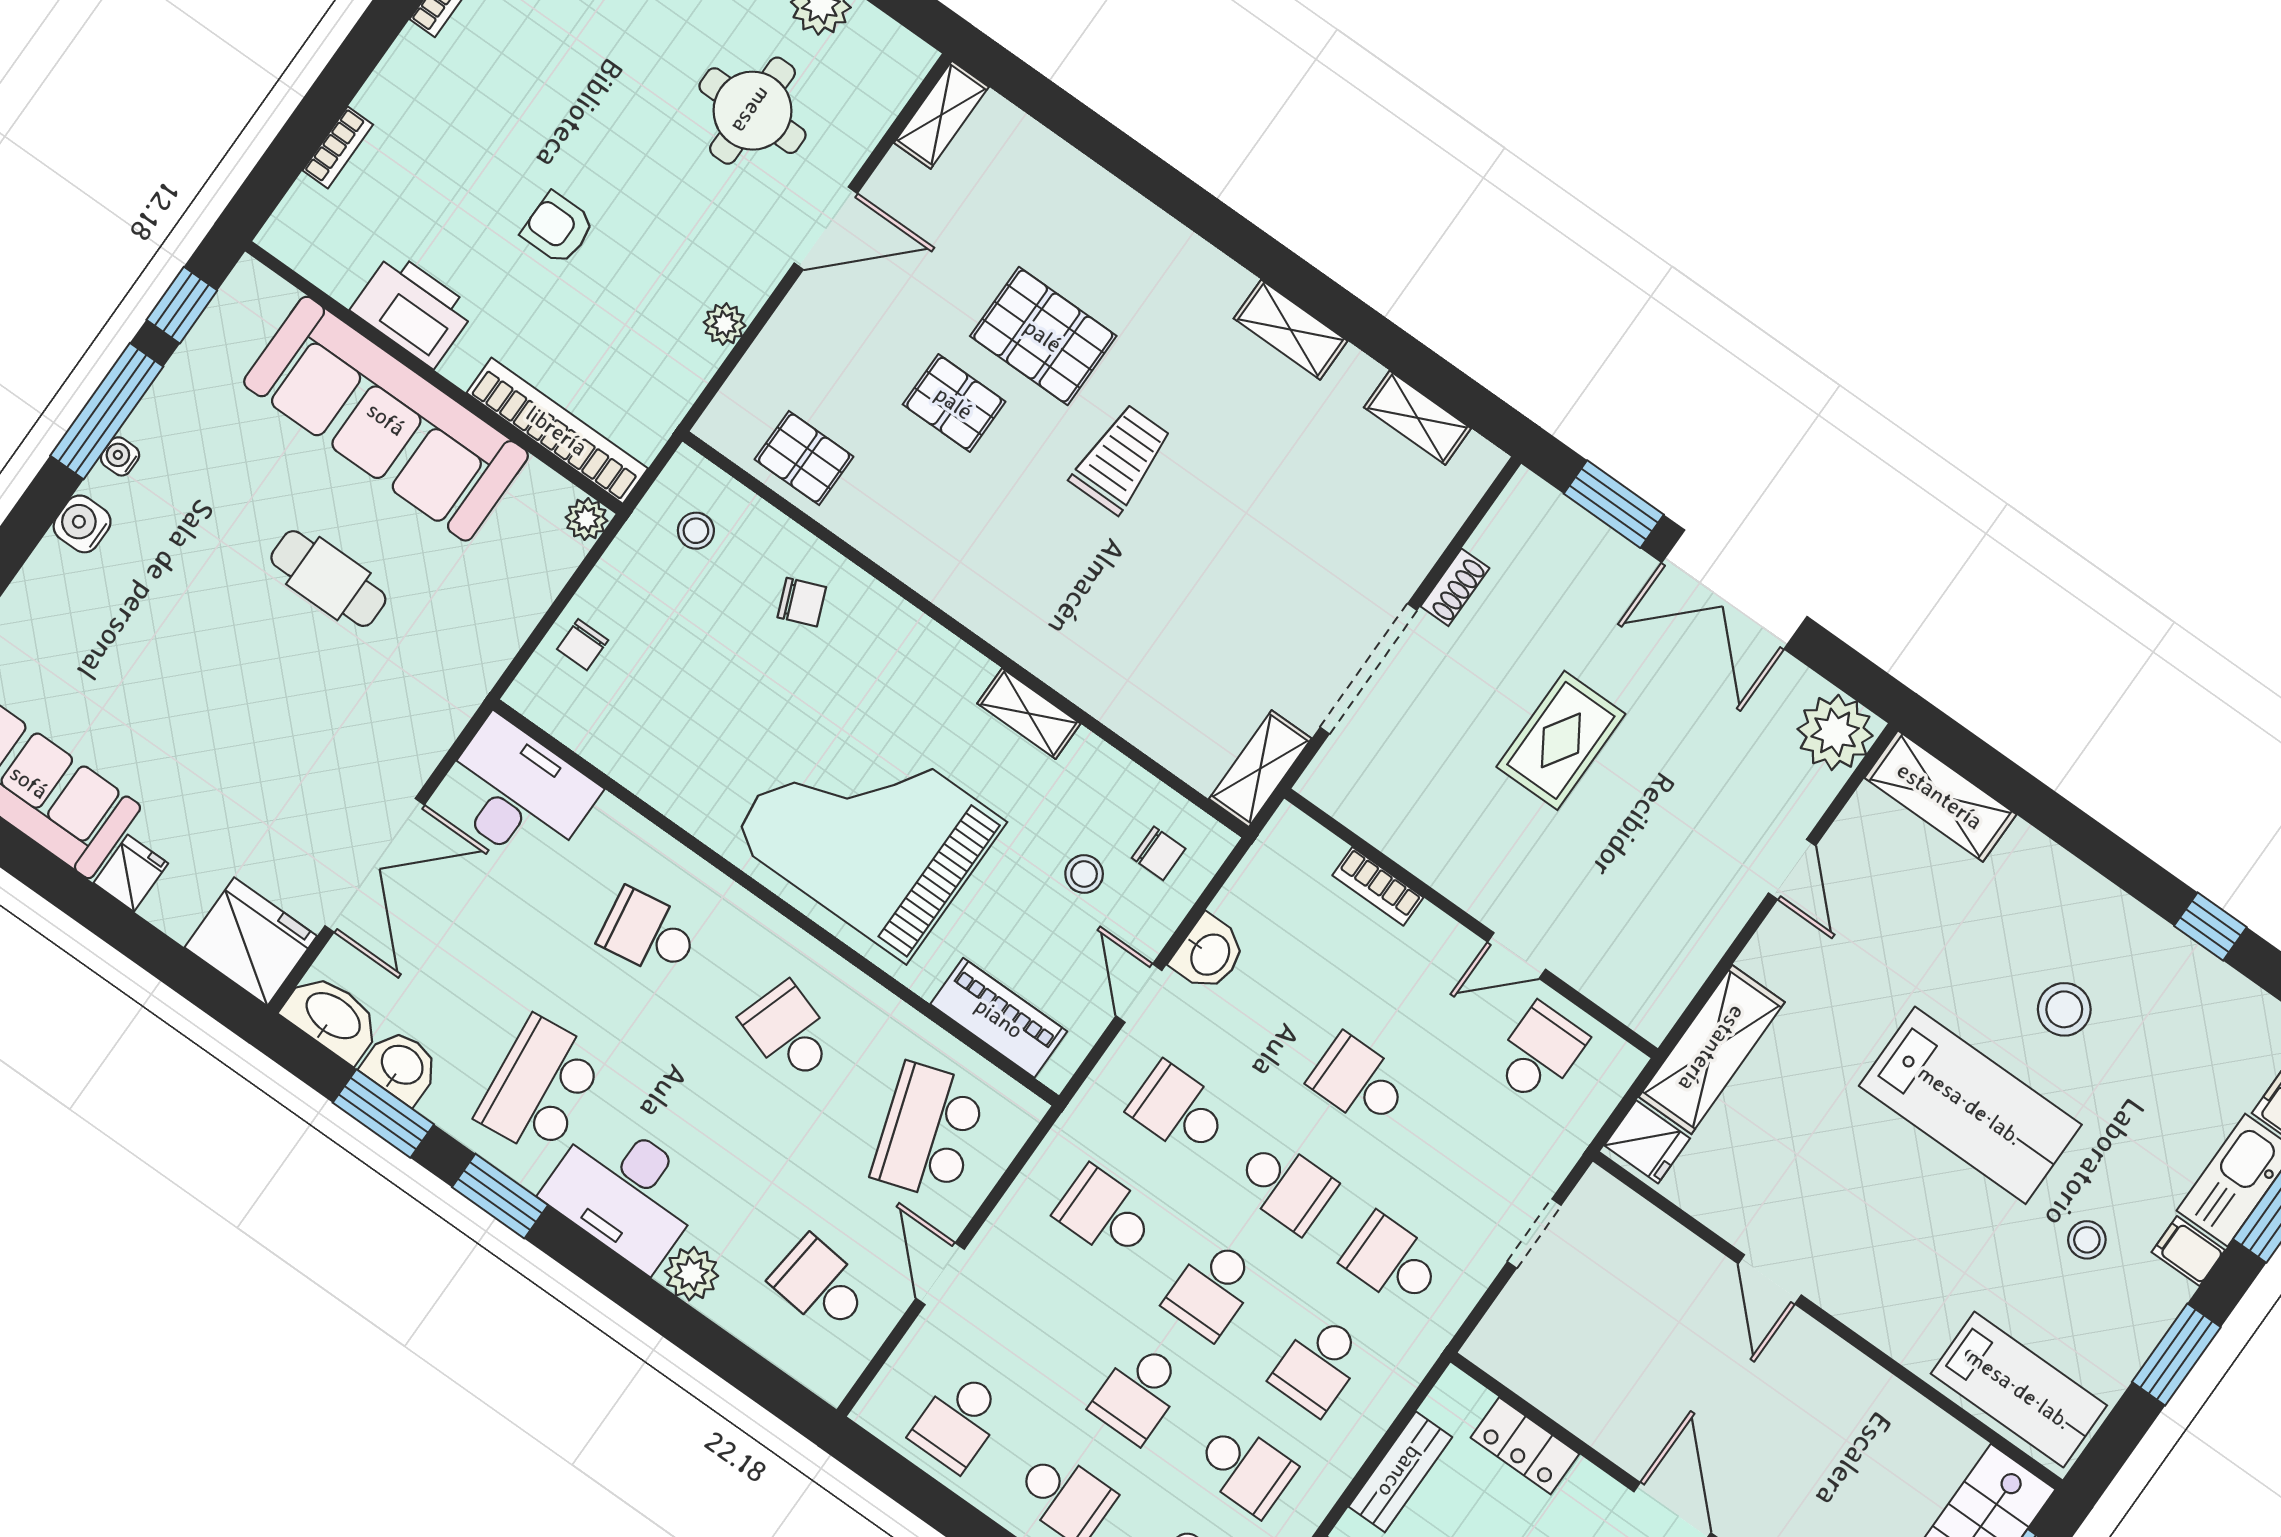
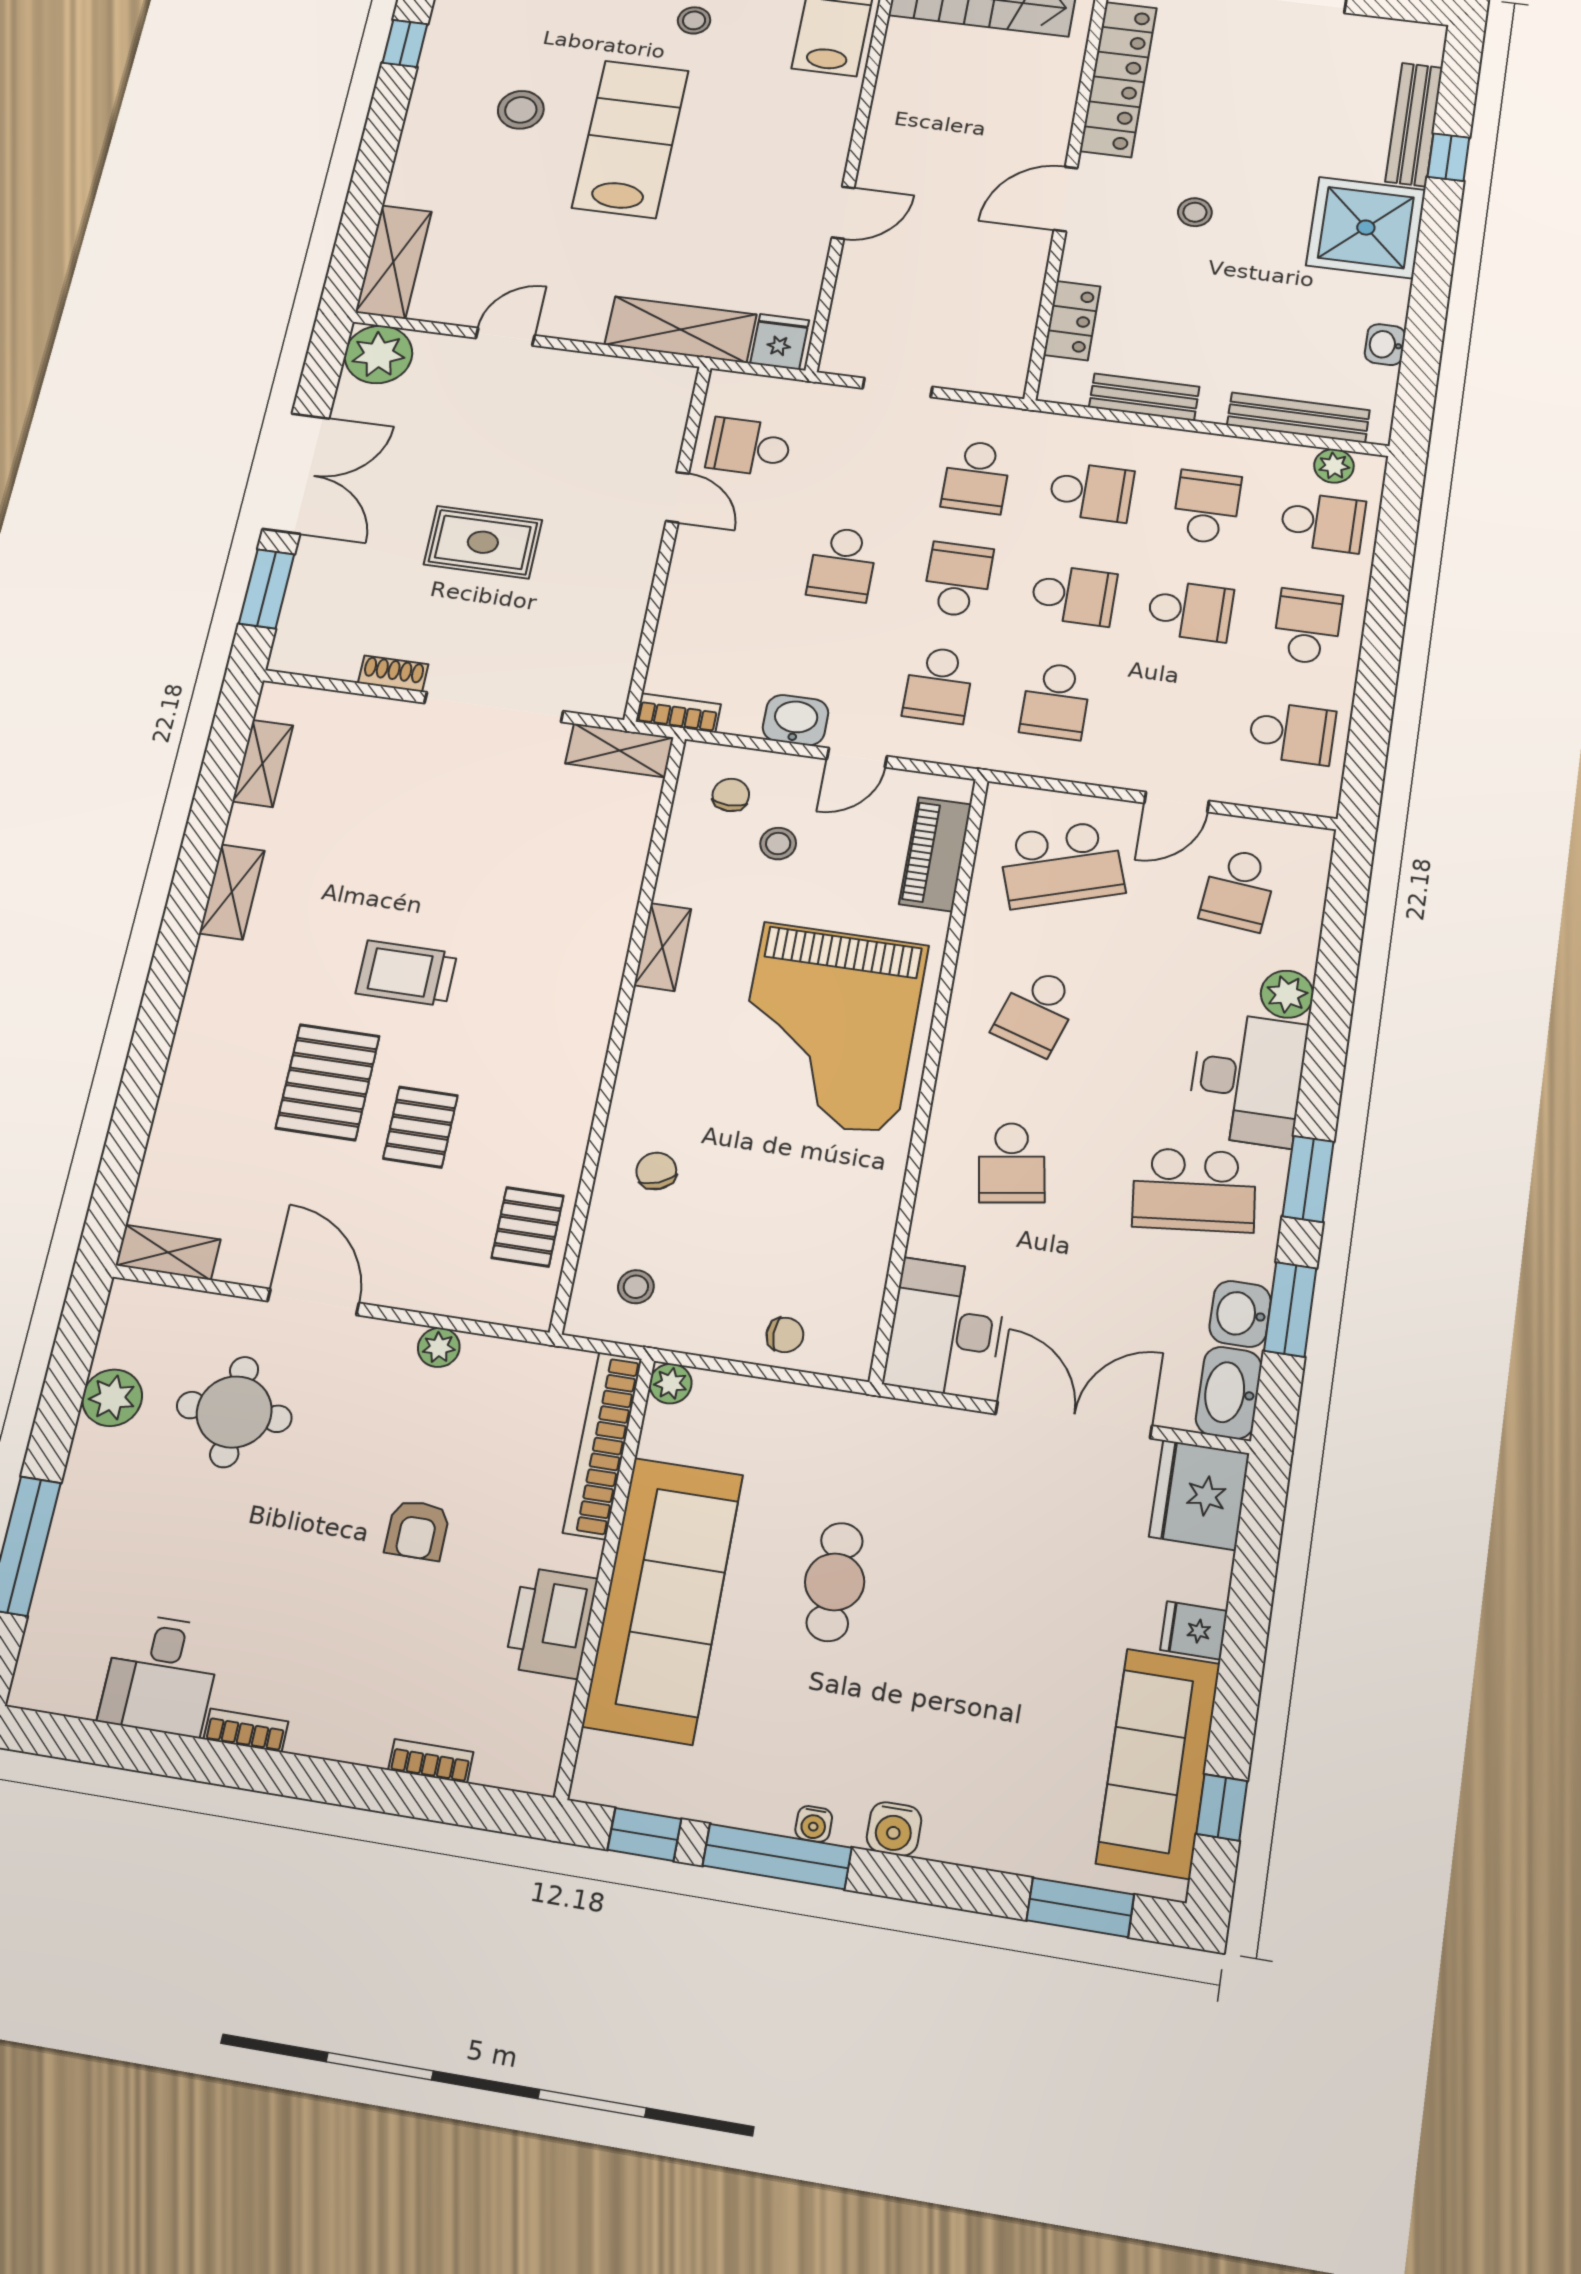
bookcase: (1378, 886) -> (678, 713), moved, turned -90

